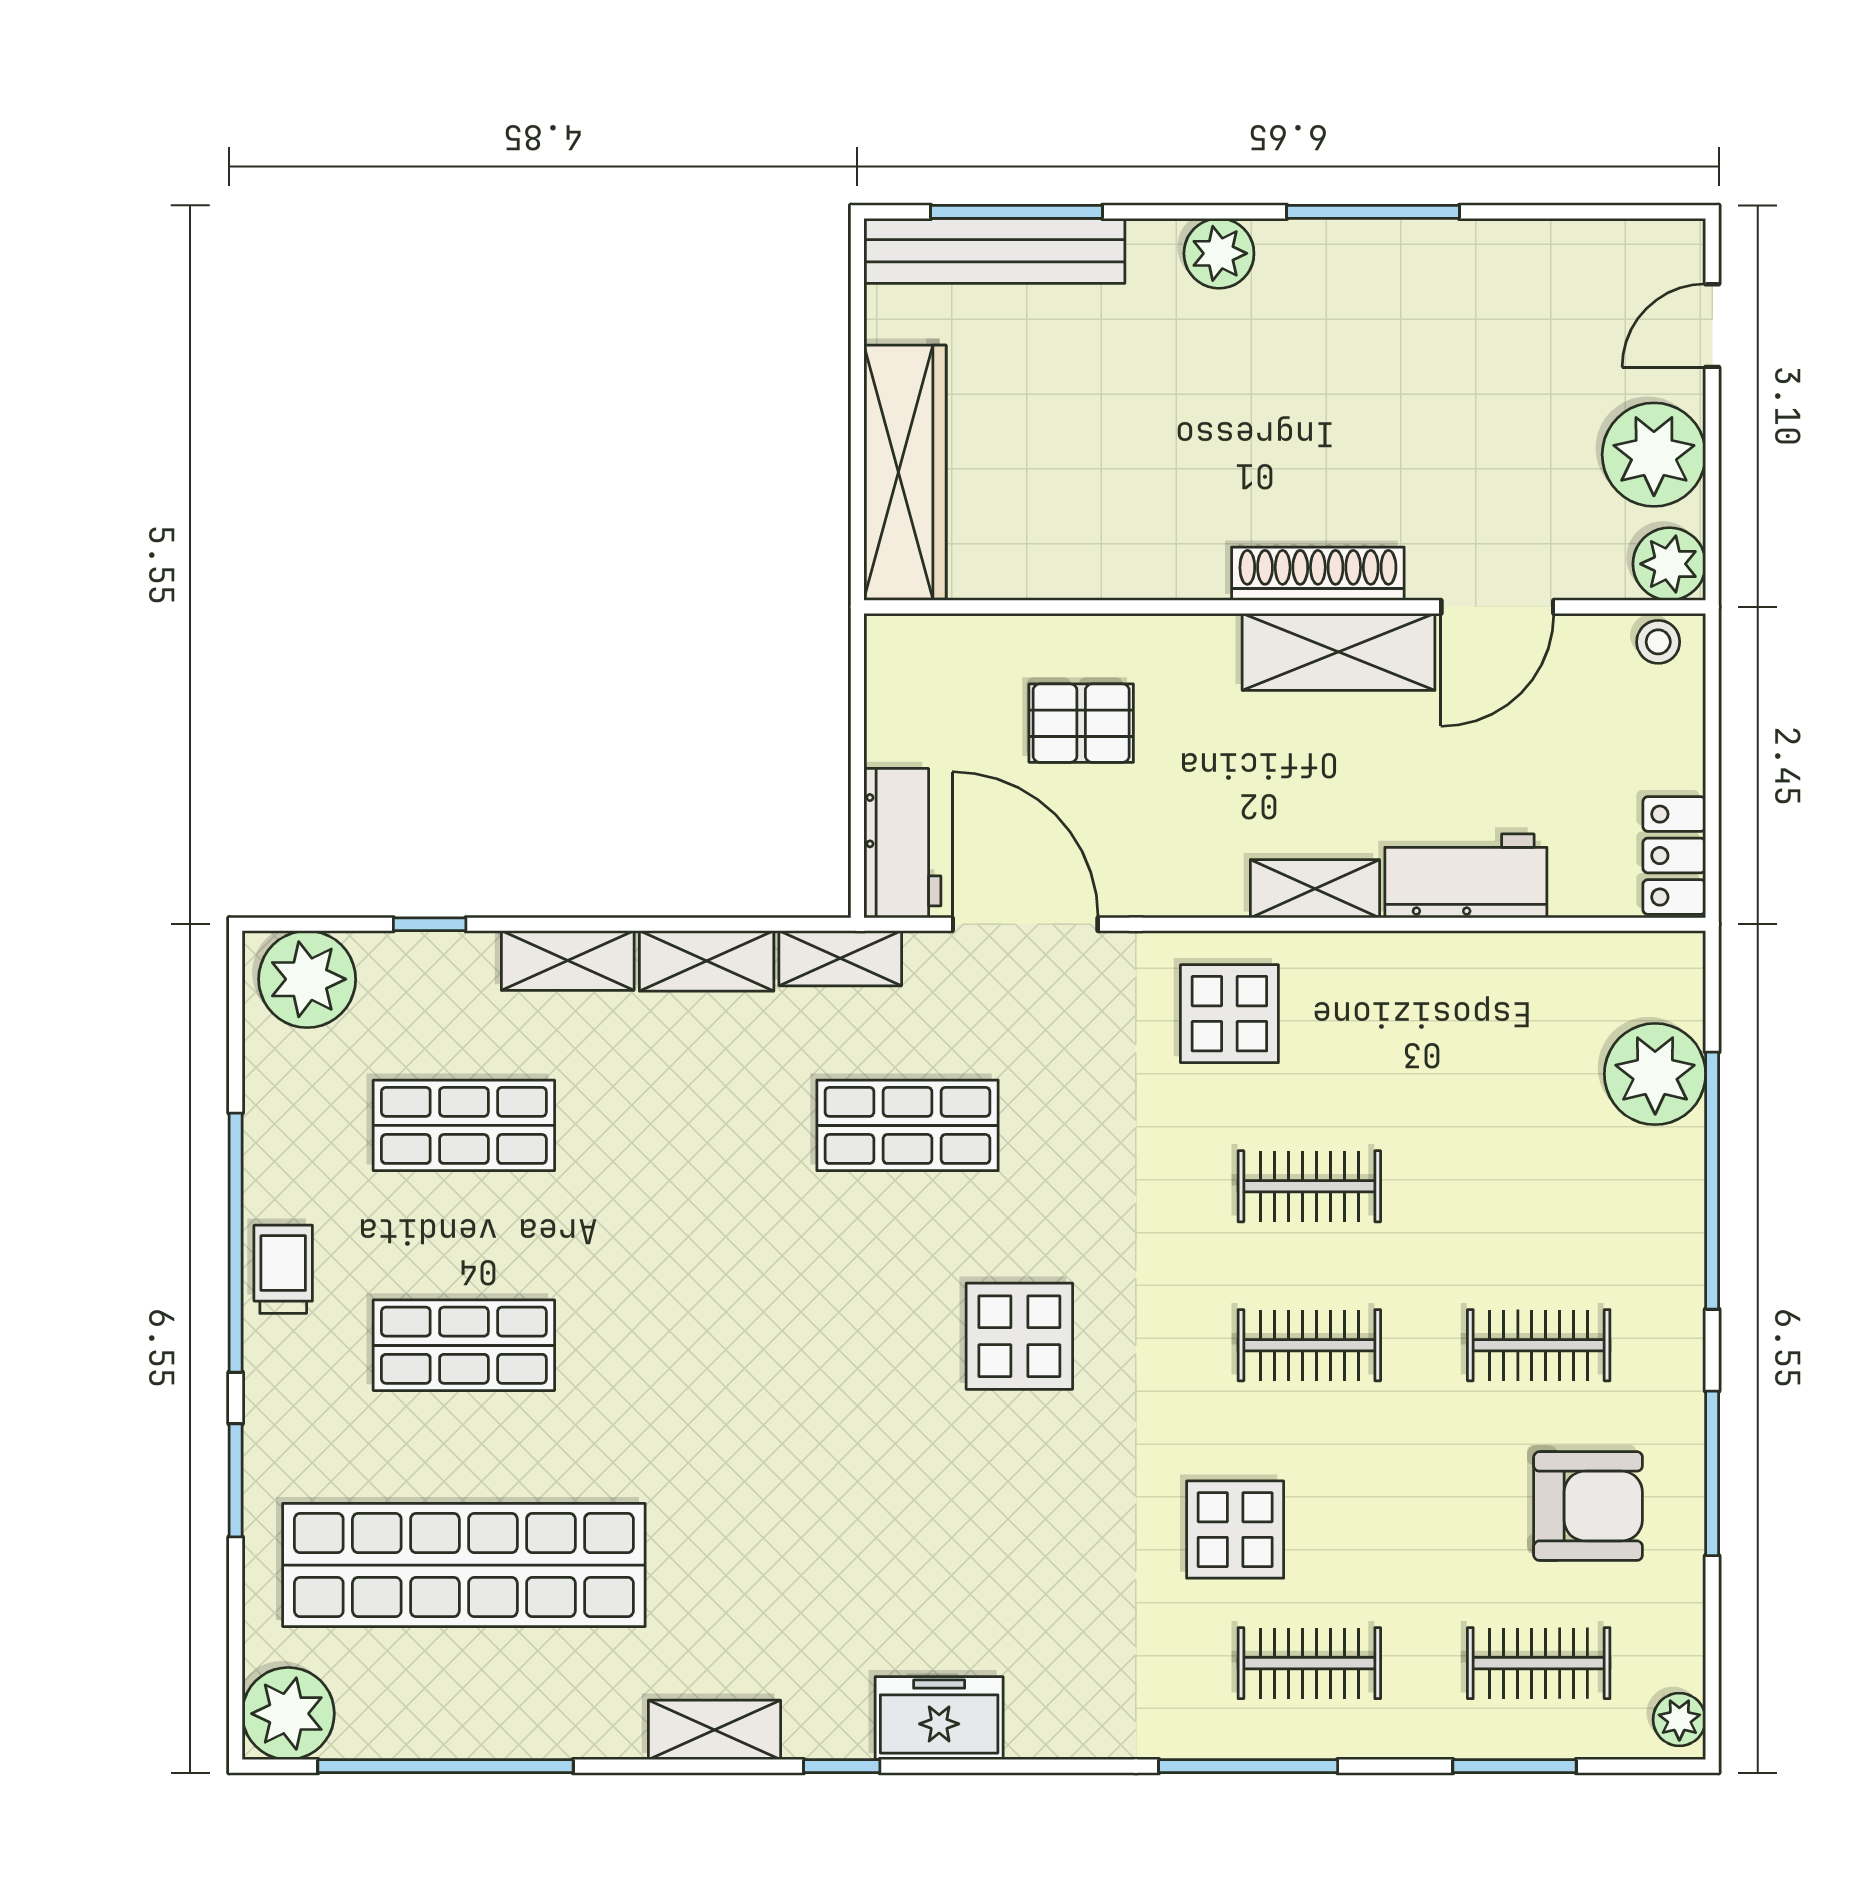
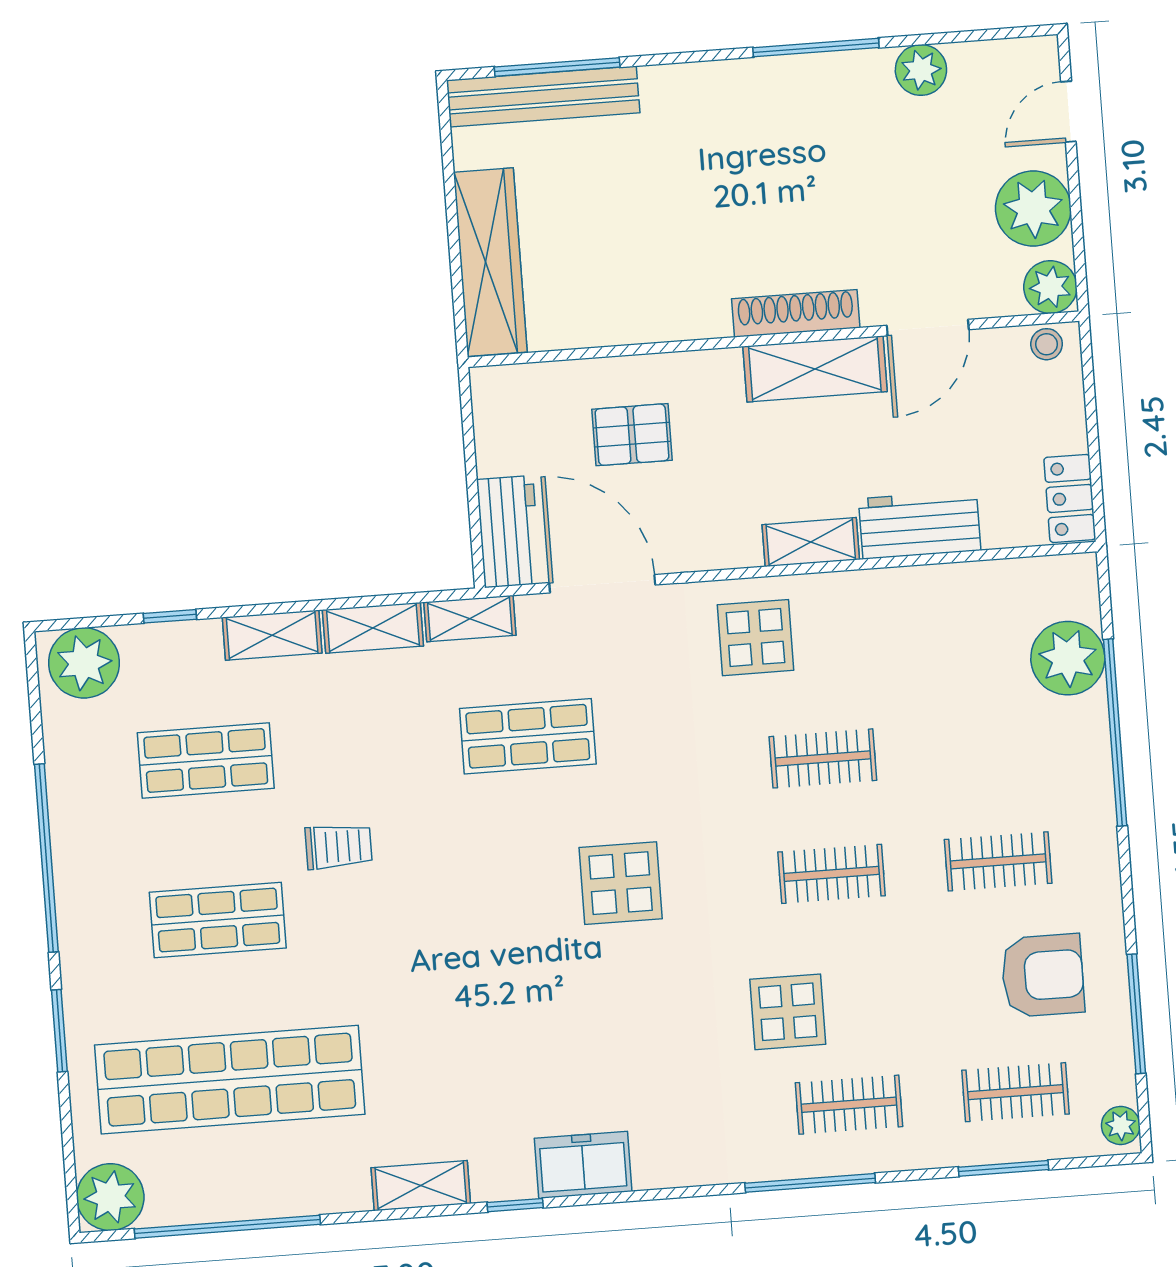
plant: (1219, 253) -> (921, 70), moved
trolley: (283, 1269) -> (339, 846), moved, turned 90
window: (1712, 1473) -> (1136, 1014), moved

